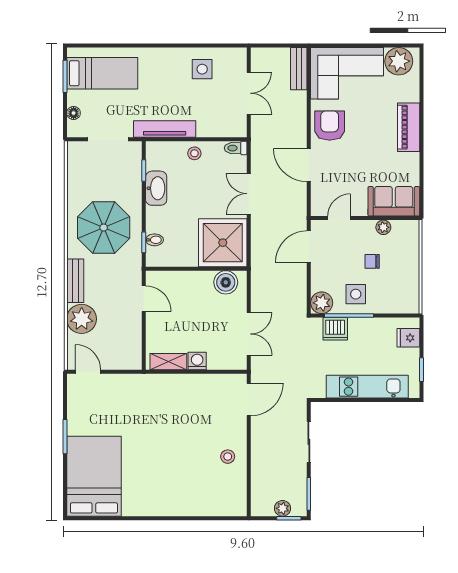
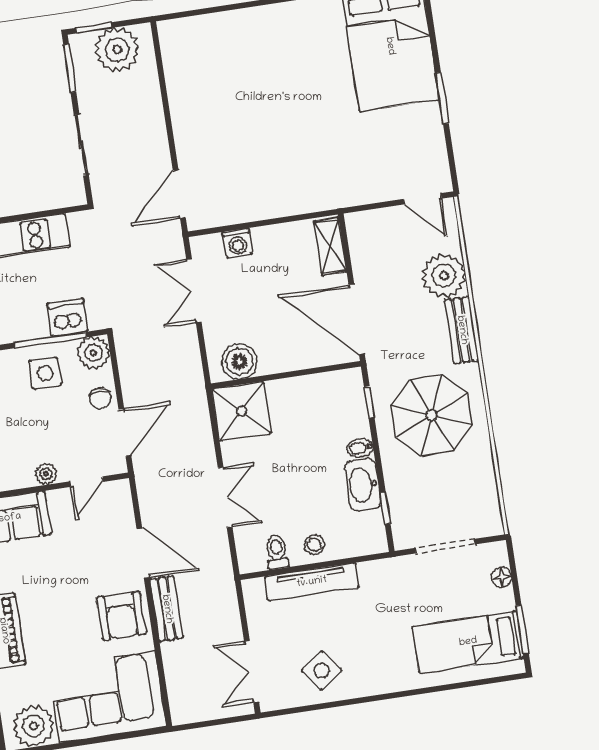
side table: (202, 69) -> (322, 671), turned -37
bench: (299, 69) -> (167, 609), moved
double door: (249, 93) -> (251, 671), moved
tv unit: (165, 129) -> (312, 582), moved
toilet: (236, 148) -> (277, 552), moved, turned -90
plant: (383, 227) -> (46, 474), moved
bidet: (154, 240) -> (360, 448), moved
shower: (223, 243) -> (242, 411), width x0.73, depth x0.73
chair: (372, 261) -> (100, 398), moved, turned 90
door: (144, 299) -> (357, 319), width x1.87
washing machine: (197, 361) -> (237, 243), moved
shelving: (168, 362) -> (330, 246), moved, turned 90
stool: (228, 457) -> (198, 105), removed
plant: (283, 508) -> (117, 50), width x1.87, depth x1.87

